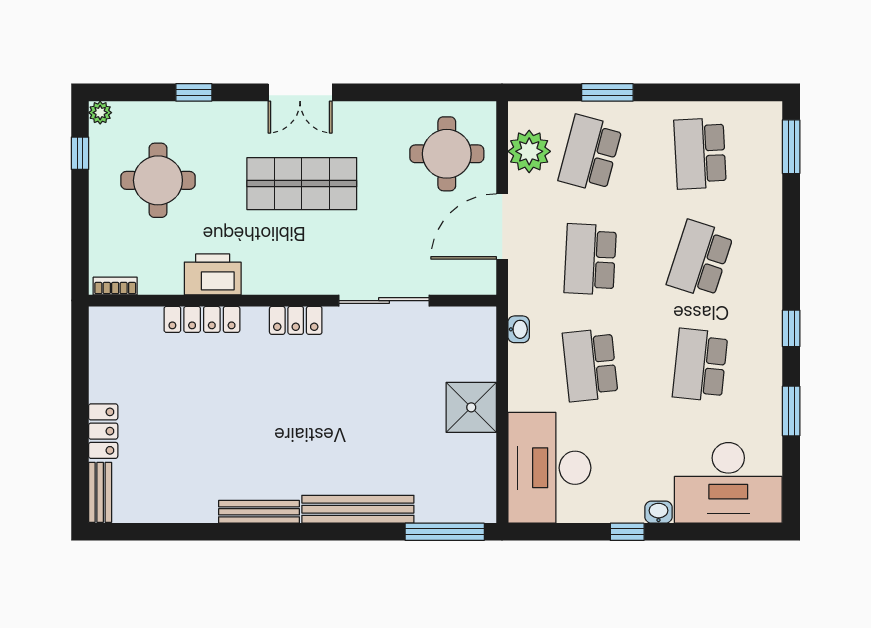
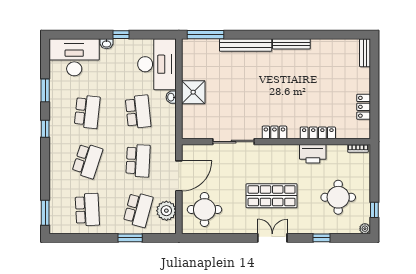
washbasin: (519, 329) -> (171, 97), moved
locker: (103, 431) -> (364, 107), moved

